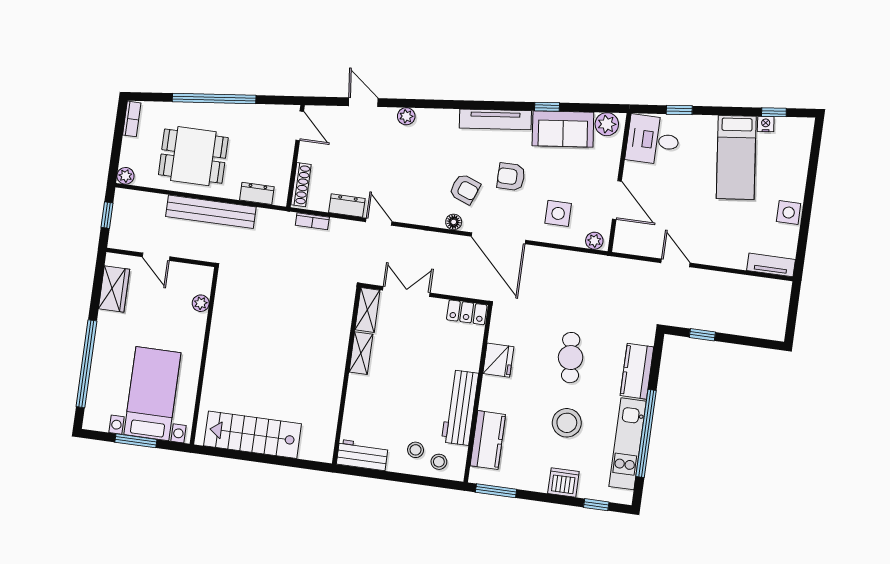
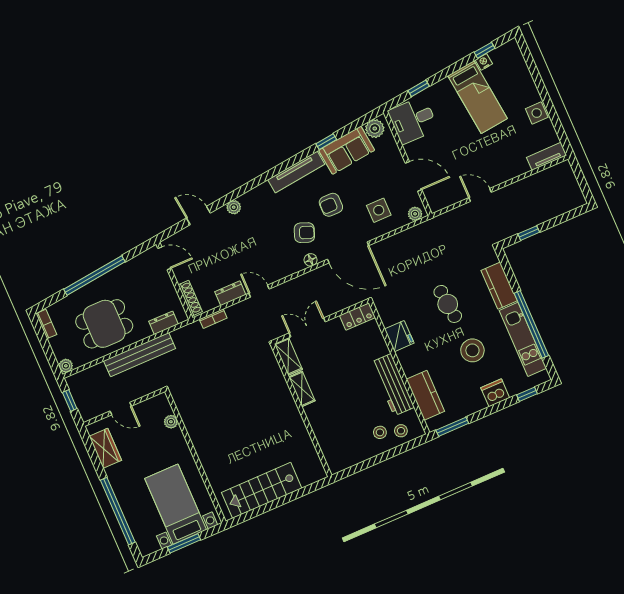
workbench: (362, 455) -> (346, 458), removed

